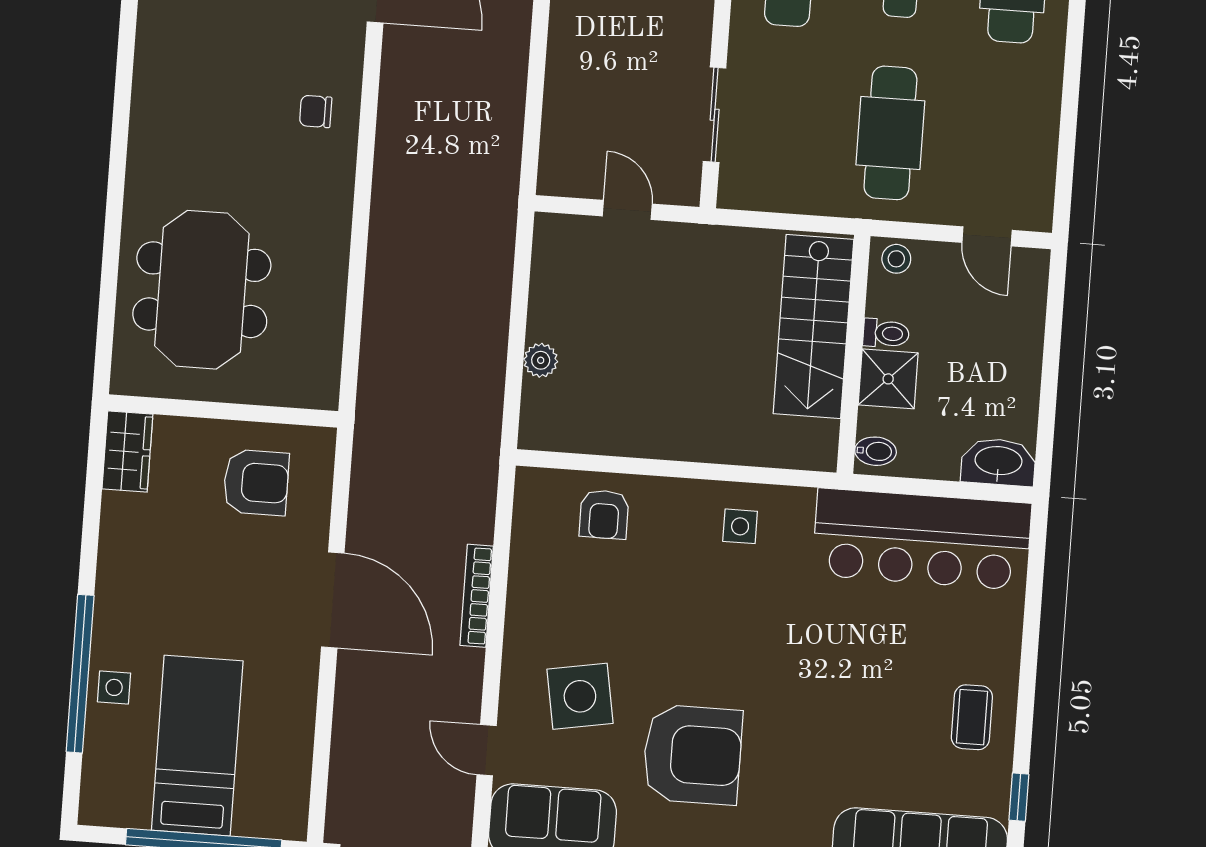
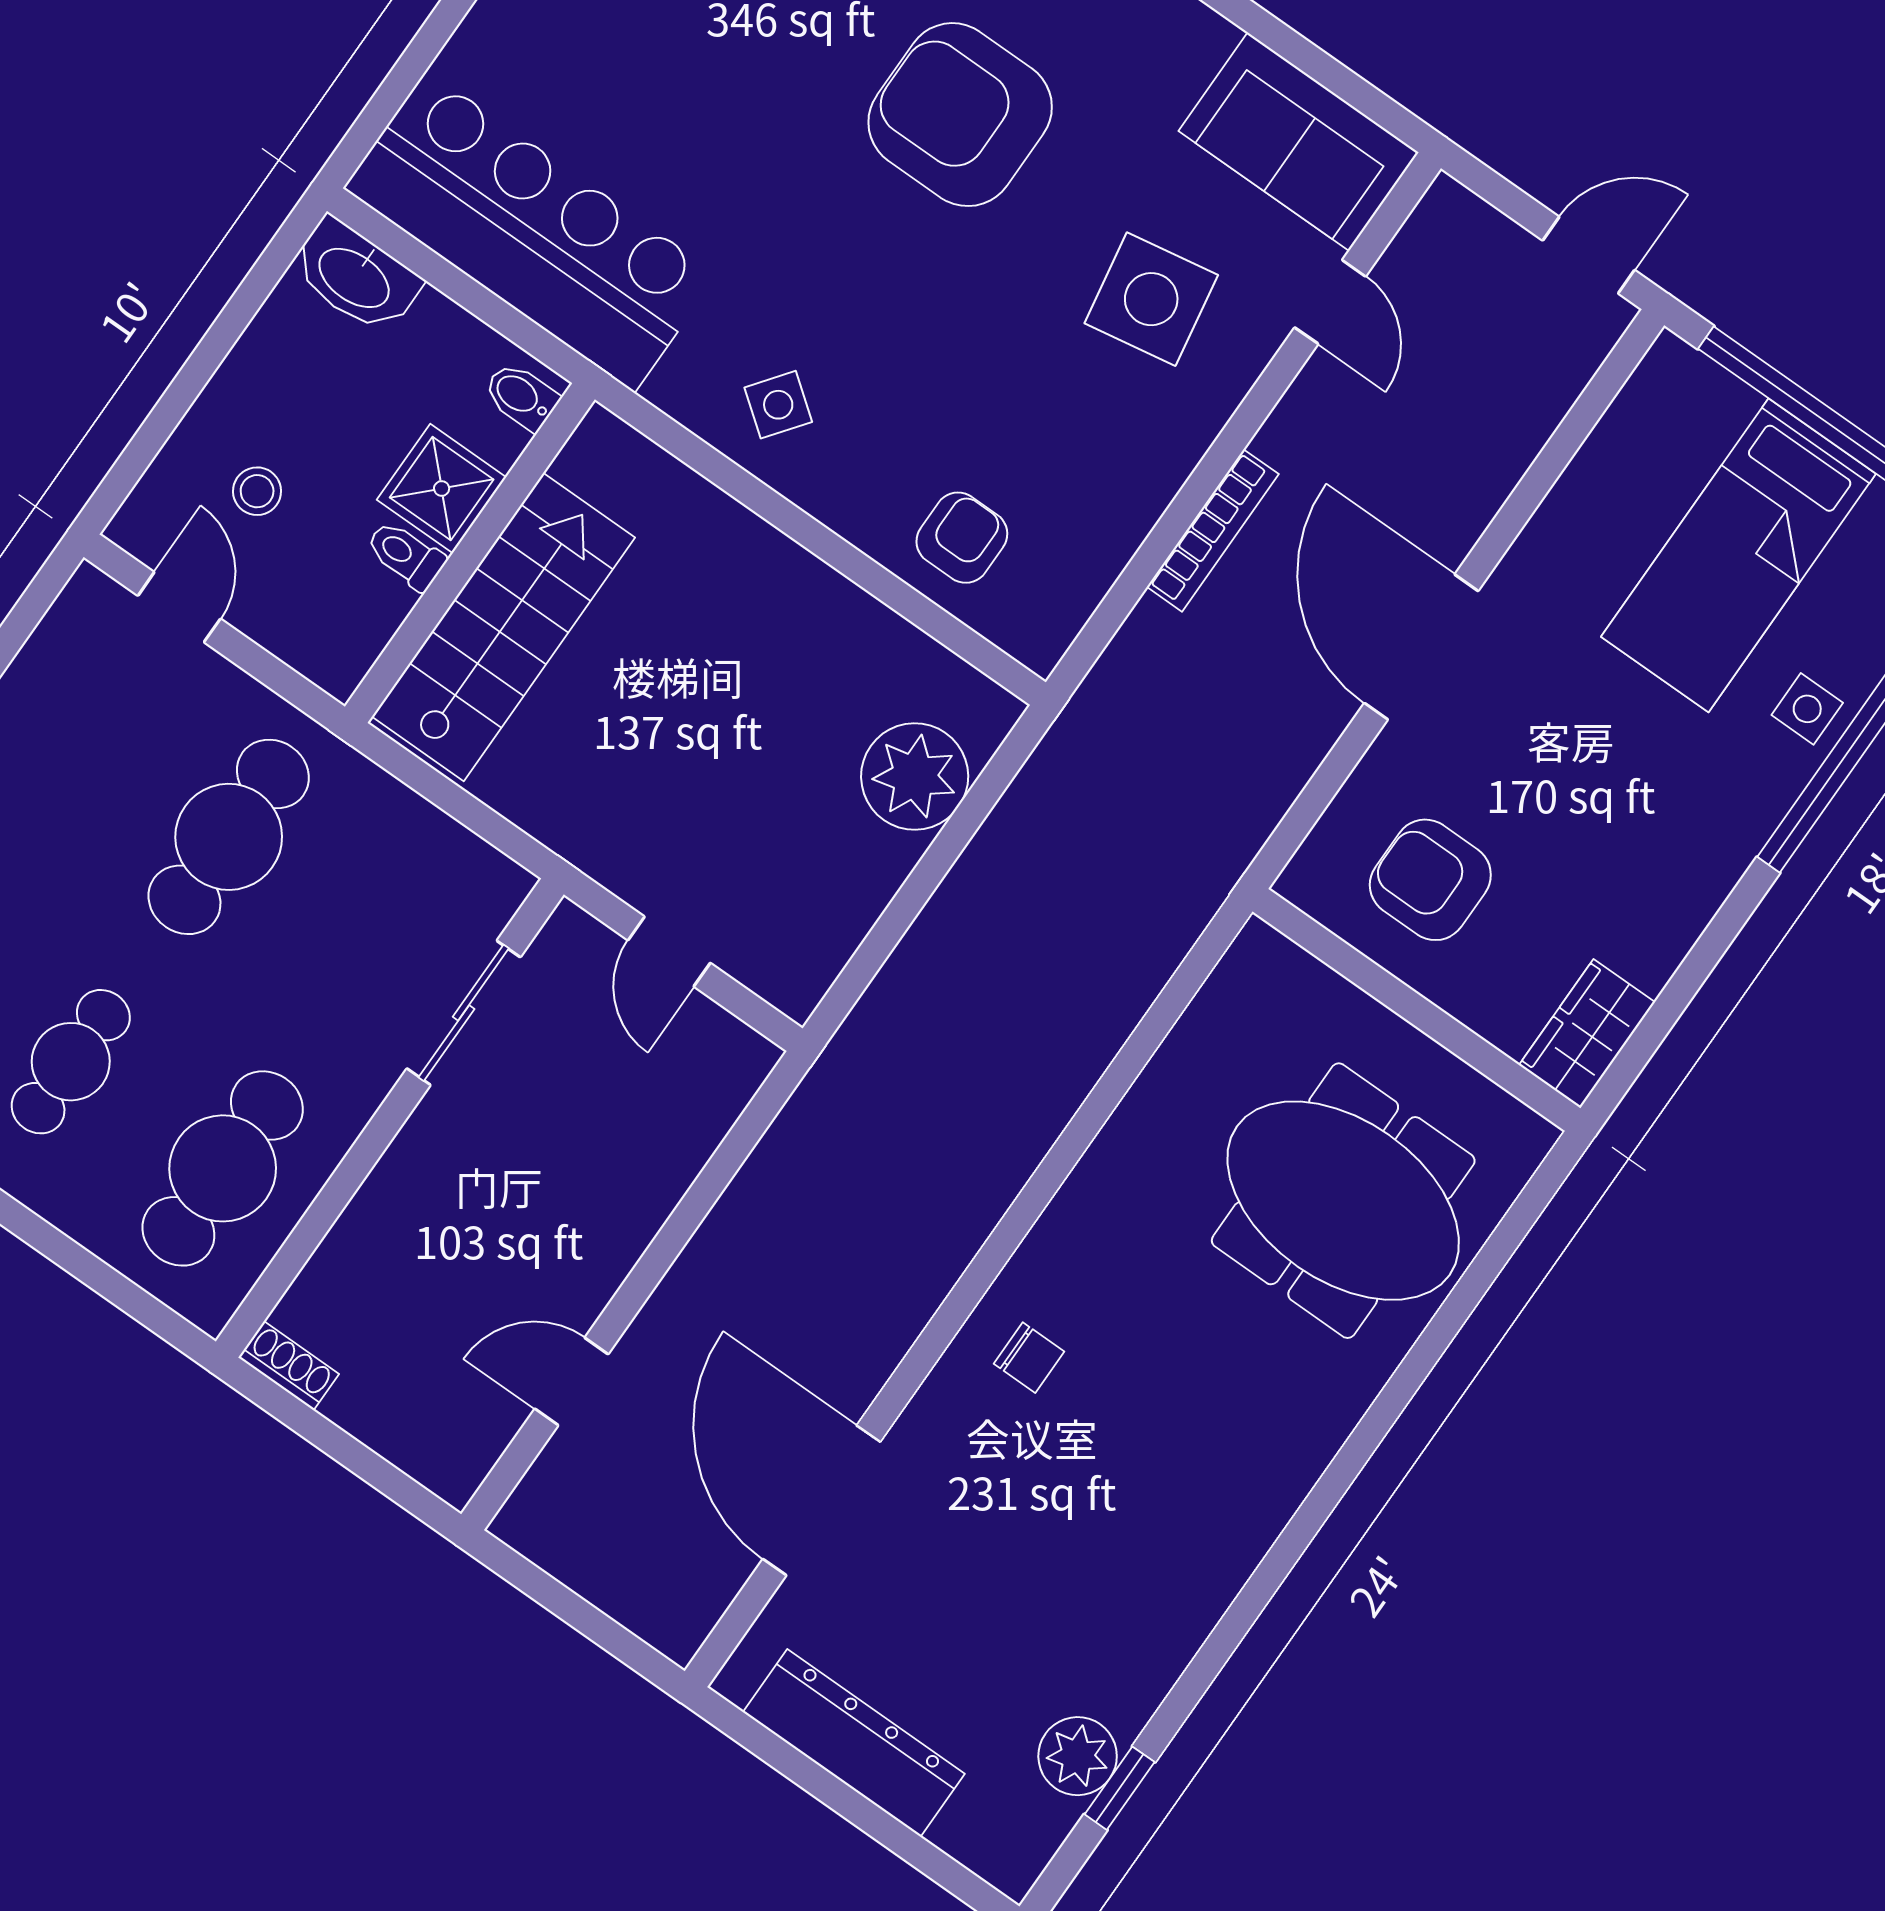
stool: (896, 259) -> (257, 491), moved
meeting table: (202, 290) -> (1343, 1201), turned 90
plant: (541, 360) -> (915, 776), width x1.87, depth x1.87
side table: (740, 526) -> (778, 405), turned 37
armchair: (692, 755) -> (960, 115), moved

